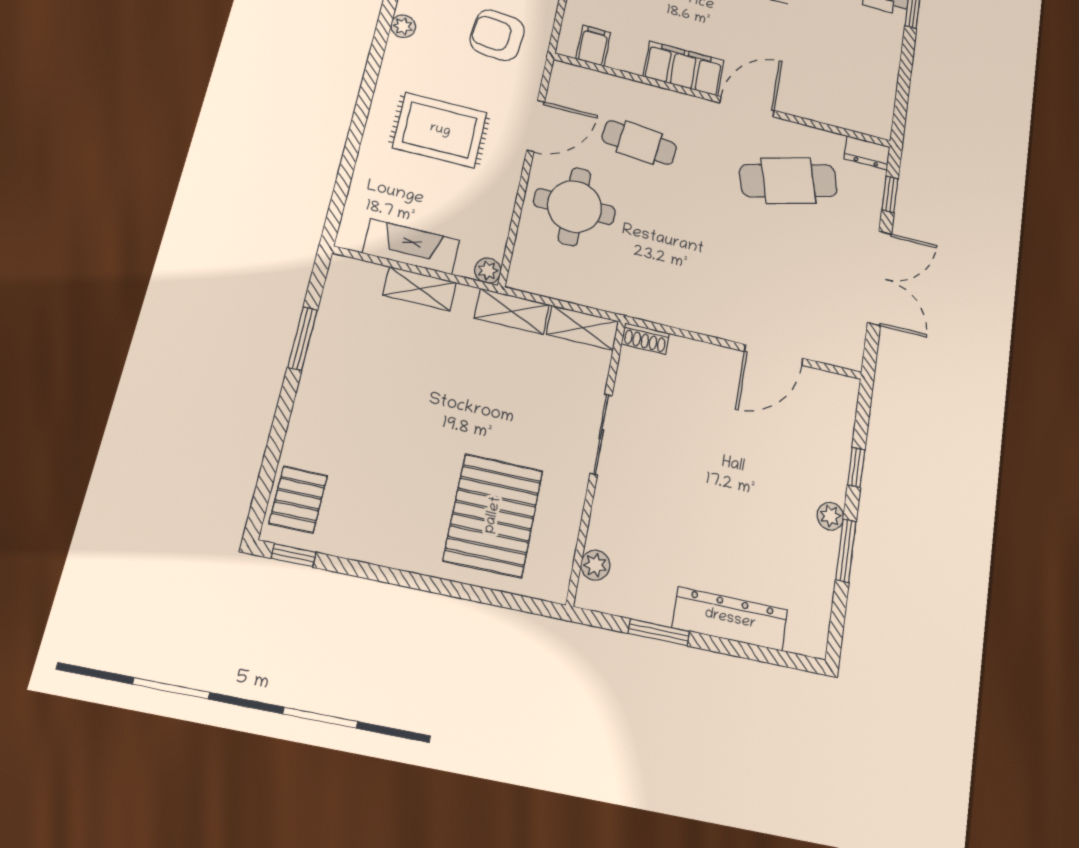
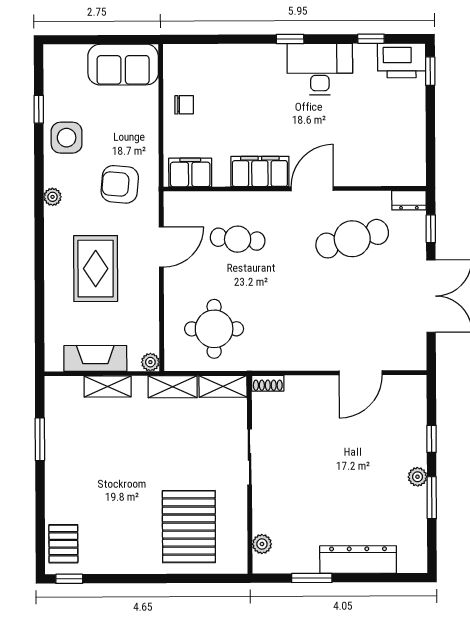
filing cabinet: (593, 46) -> (190, 172), width x2.00
rug: (440, 130) -> (96, 269), turned 90
round table: (574, 207) -> (214, 329), moved

